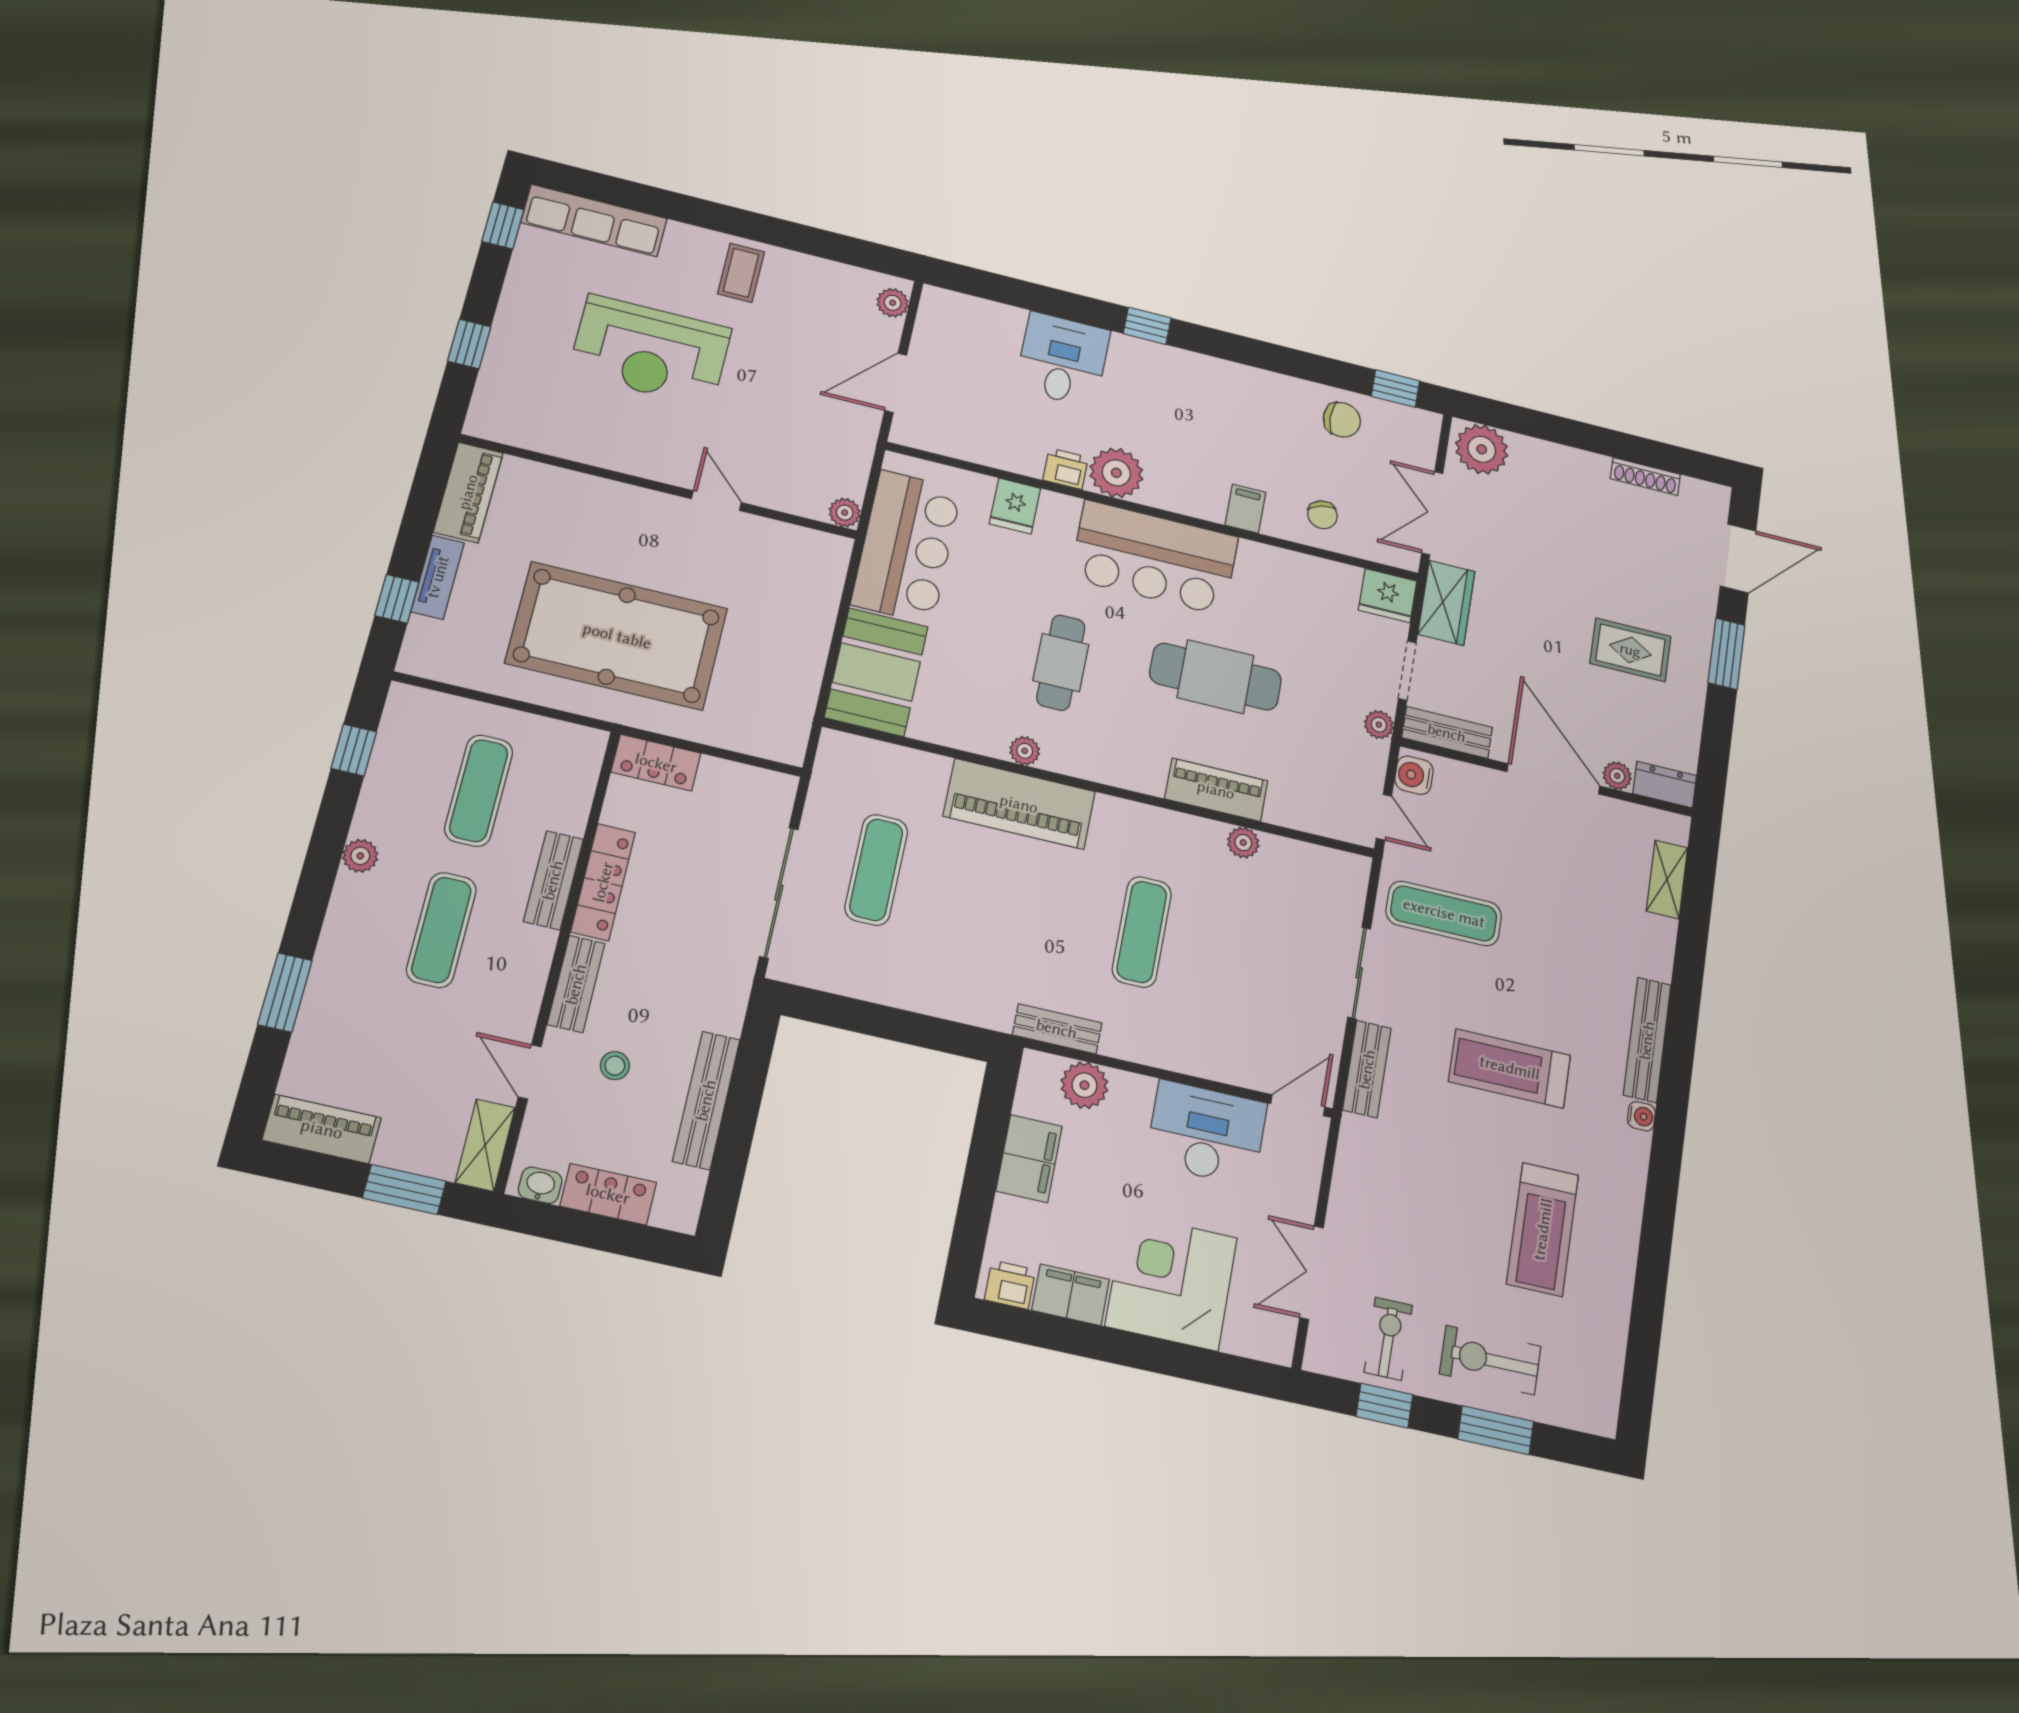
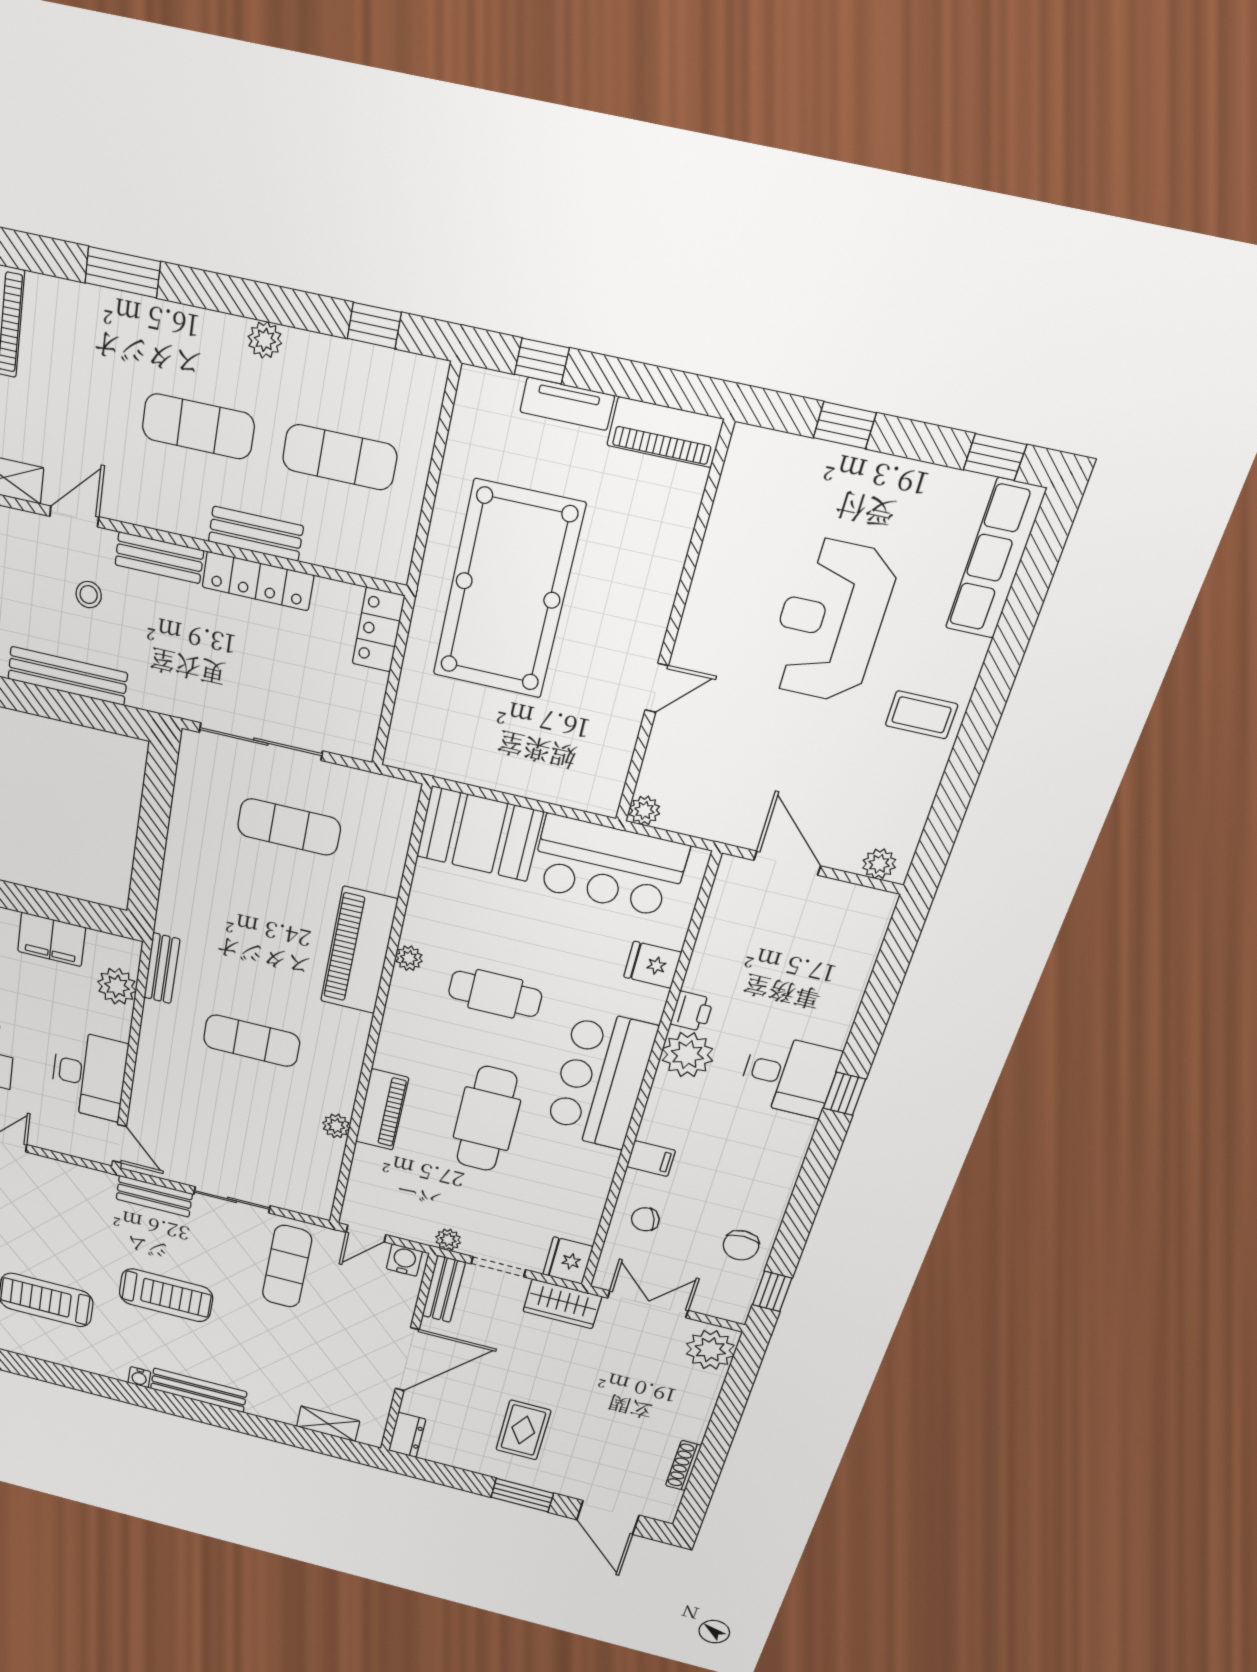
desk: (1063, 360) -> (789, 1076), moved
plant: (1617, 776) -> (413, 1404), removed
treadmill: (1510, 1068) -> (166, 1295), turned 90

